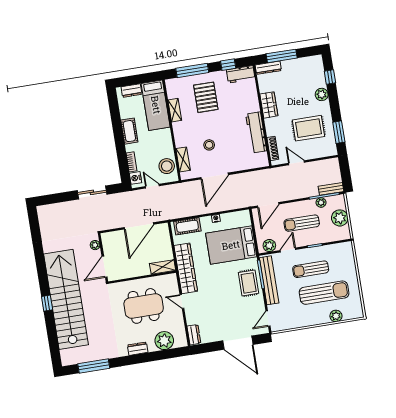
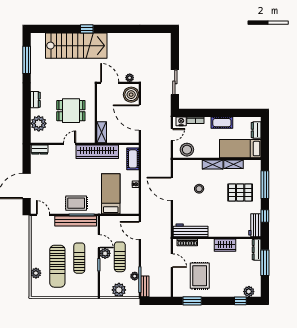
plant: (322, 94) -> (249, 292), moved
workbench: (256, 132) -> (191, 230), moved
shelving: (183, 159) -> (213, 165), moved
door: (296, 163) -> (172, 261), hinge flipped
boiler: (114, 240) -> (131, 95), added
bed: (231, 245) -> (111, 194), width x0.67
plant: (269, 246) -> (105, 253), moved
stairs: (66, 299) -> (76, 46), width x0.73
dining table: (144, 306) -> (71, 111), width x0.73

